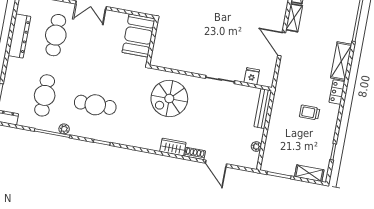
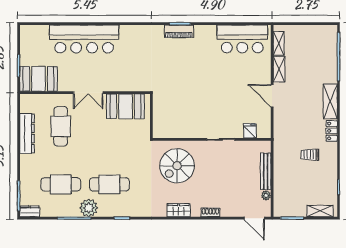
booth: (139, 36) -> (125, 106), moved, turned 90
cafe table: (45, 95) -> (61, 184), turned 90
bench: (263, 109) -> (266, 171), moved
plant: (64, 129) -> (89, 208), width x1.88, depth x1.88
wardrobe: (173, 147) -> (179, 210), moved
door: (216, 164) -> (254, 218), moved

